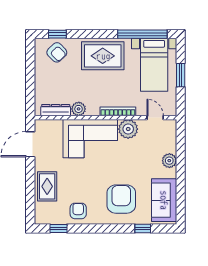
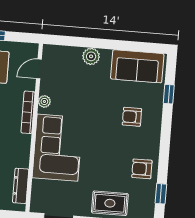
plant: (79, 109) -> (21, 159), removed
plant: (128, 129) -> (44, 101), width x0.53, depth x0.53
armchair: (121, 199) -> (132, 117), width x0.53, depth x0.53

